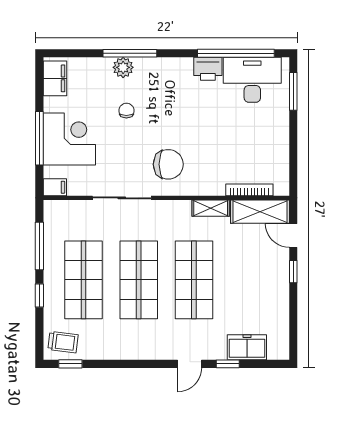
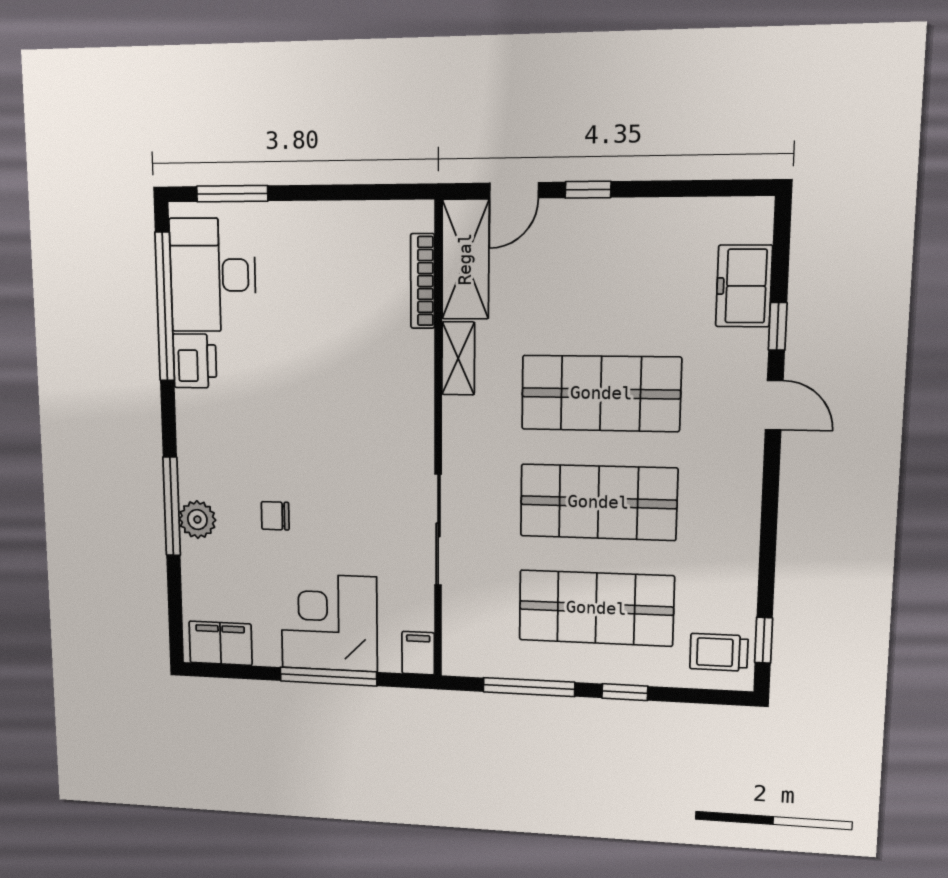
chair: (168, 164) -> (374, 440), removed
trolley: (63, 342) -> (719, 652), turned -97

